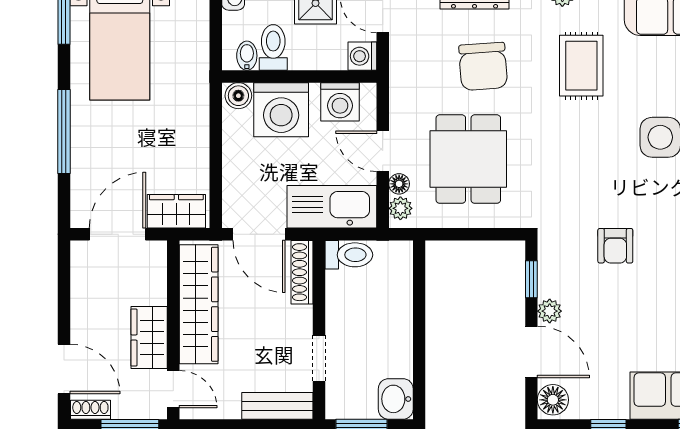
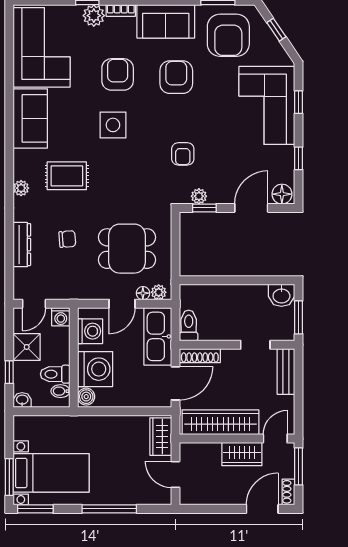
chair: (483, 66) -> (67, 239), width x0.54, depth x0.54
door: (117, 234) -> (175, 474), width x0.73
armchair: (615, 246) -> (183, 154), turned 90
plant: (550, 311) -> (199, 196), moved

